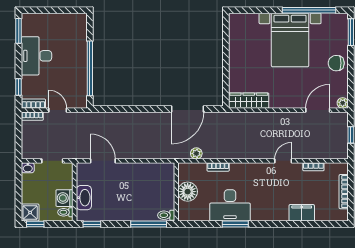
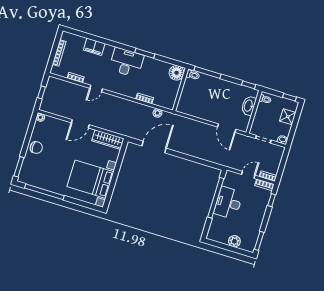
plant: (50, 21) -> (234, 241), added
bed with nightstands: (290, 40) -> (90, 179), moved, turned -90
desk: (36, 56) -> (228, 203), moved, turned 180
door: (58, 110) -> (248, 175), swing flipped
door: (318, 110) -> (80, 124), moved
floor lamp: (188, 192) -> (177, 73), moved
washing machine: (65, 198) -> (263, 110), removed
desk: (230, 205) -> (126, 62), moved
shower: (30, 212) -> (288, 117), moved

